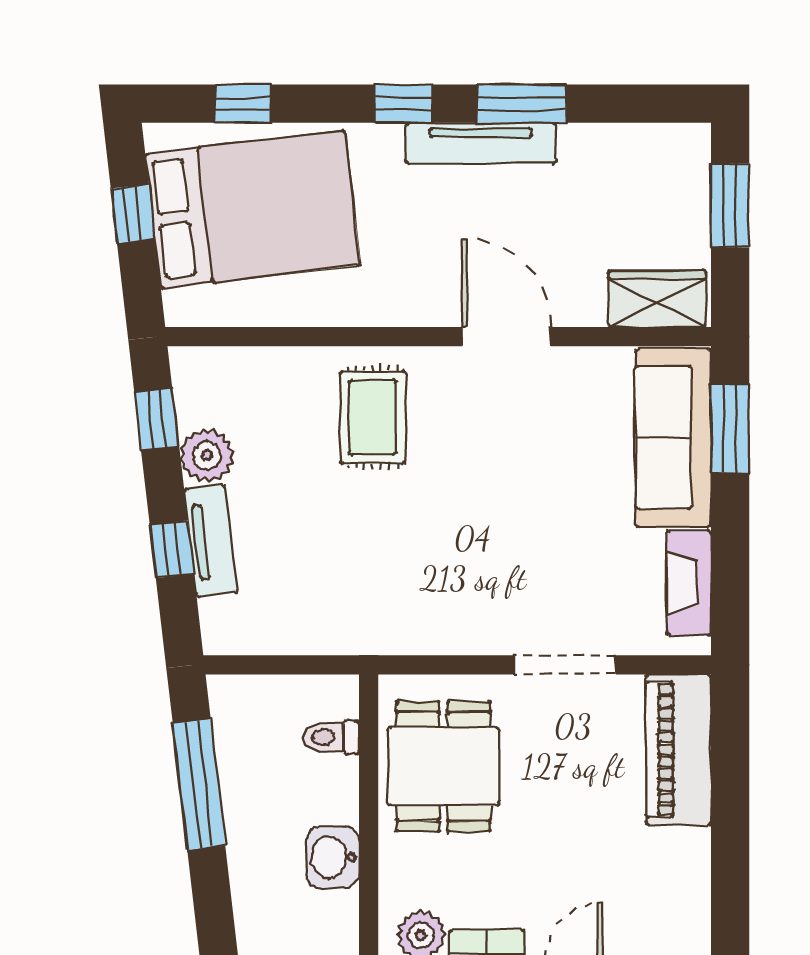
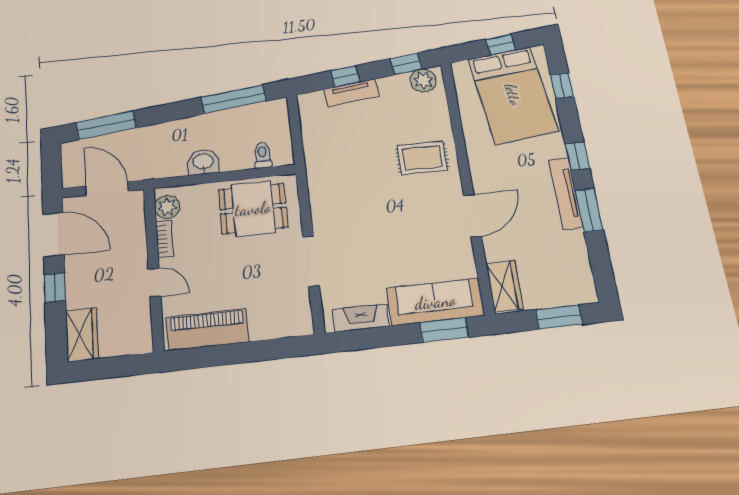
plant: (207, 456) -> (423, 80), moved
piano: (678, 750) -> (207, 330), moved

